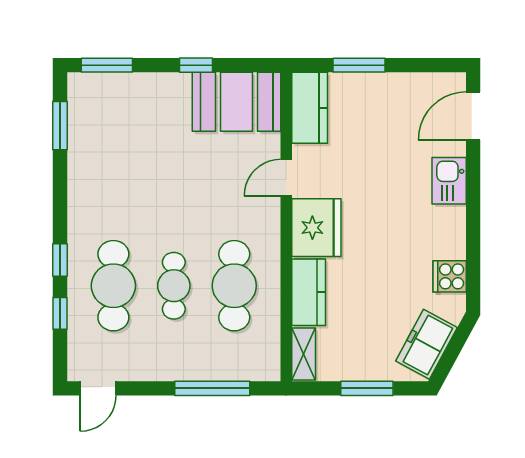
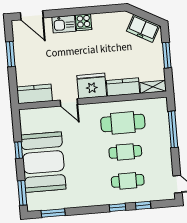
window: (359, 65) -> (11, 54), moved
booth: (237, 102) -> (43, 162), moved, width x1.36, depth x1.42
cooker: (450, 276) -> (84, 22), moved
cafe table: (113, 286) -> (128, 181), width x0.73, depth x0.74

